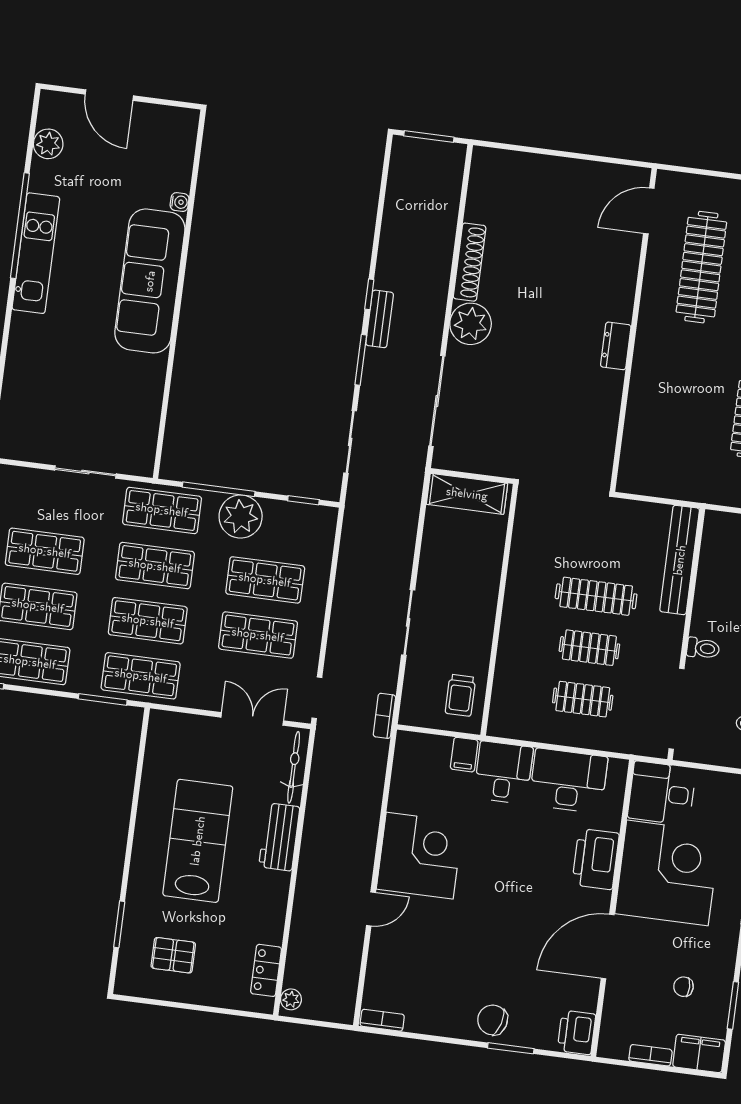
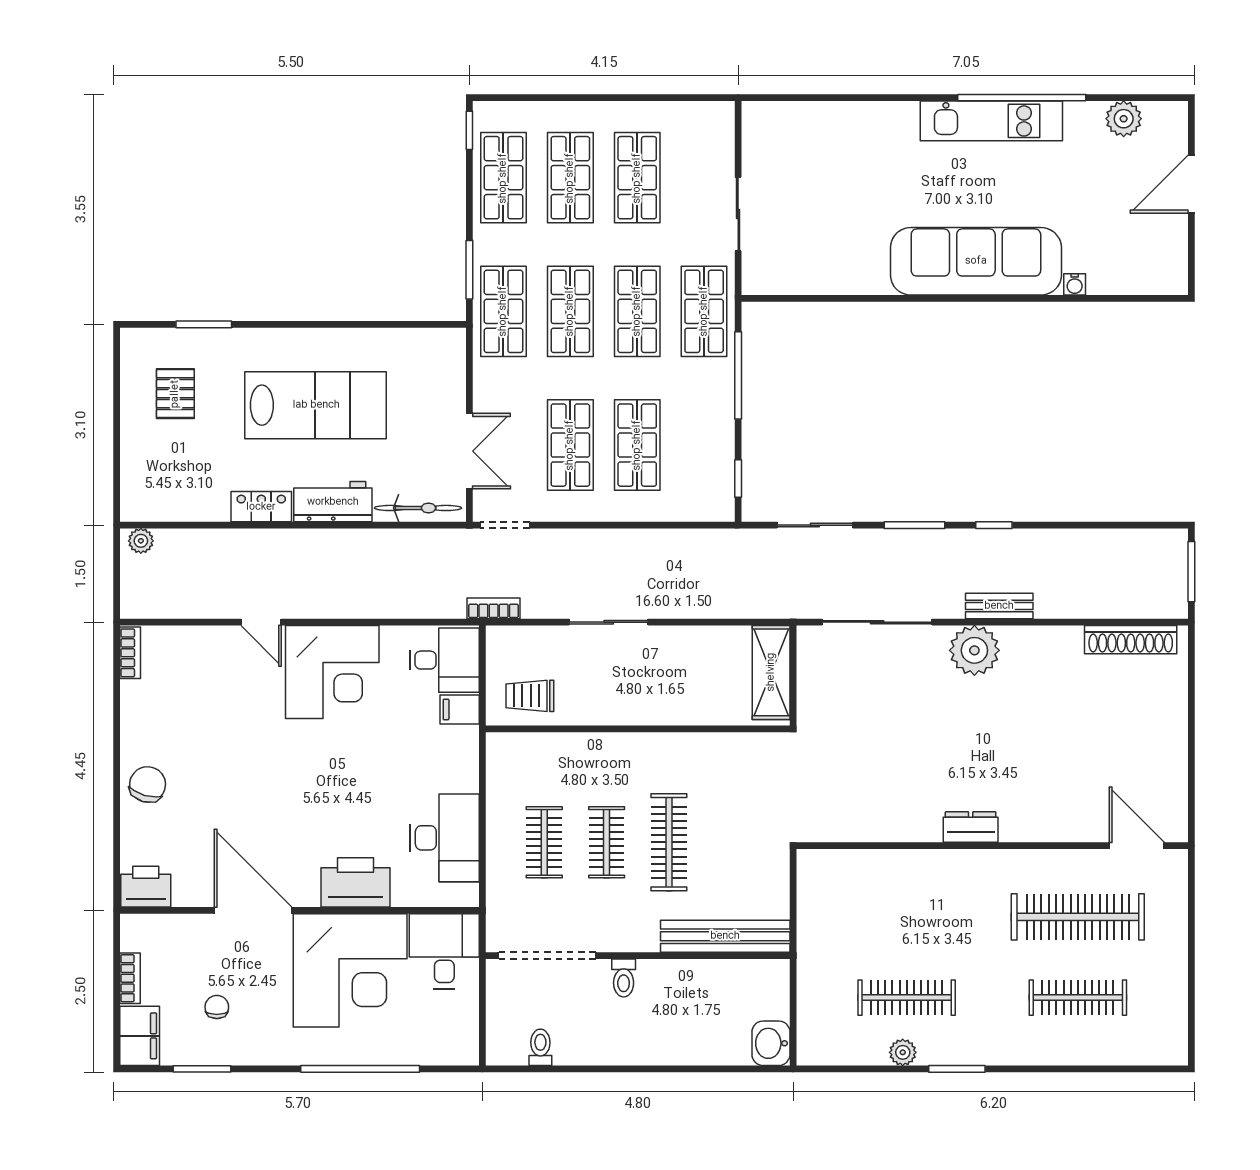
shoe rack: (470, 262) -> (1131, 640), moved
bench: (380, 319) -> (999, 606), moved
plant: (241, 517) -> (709, 406), removed
desk: (503, 773) -> (444, 660), moved
locker: (266, 970) -> (261, 507), moved
window: (511, 1048) -> (117, 810), removed

